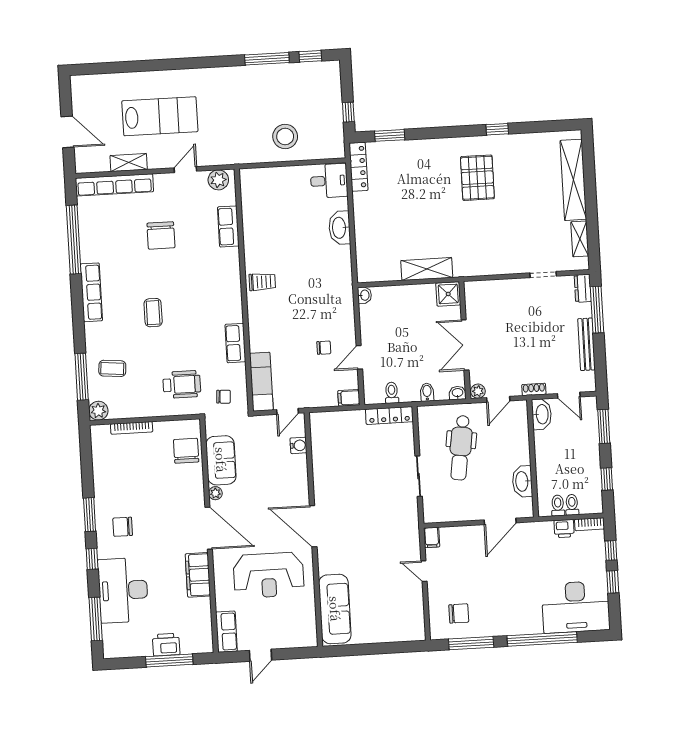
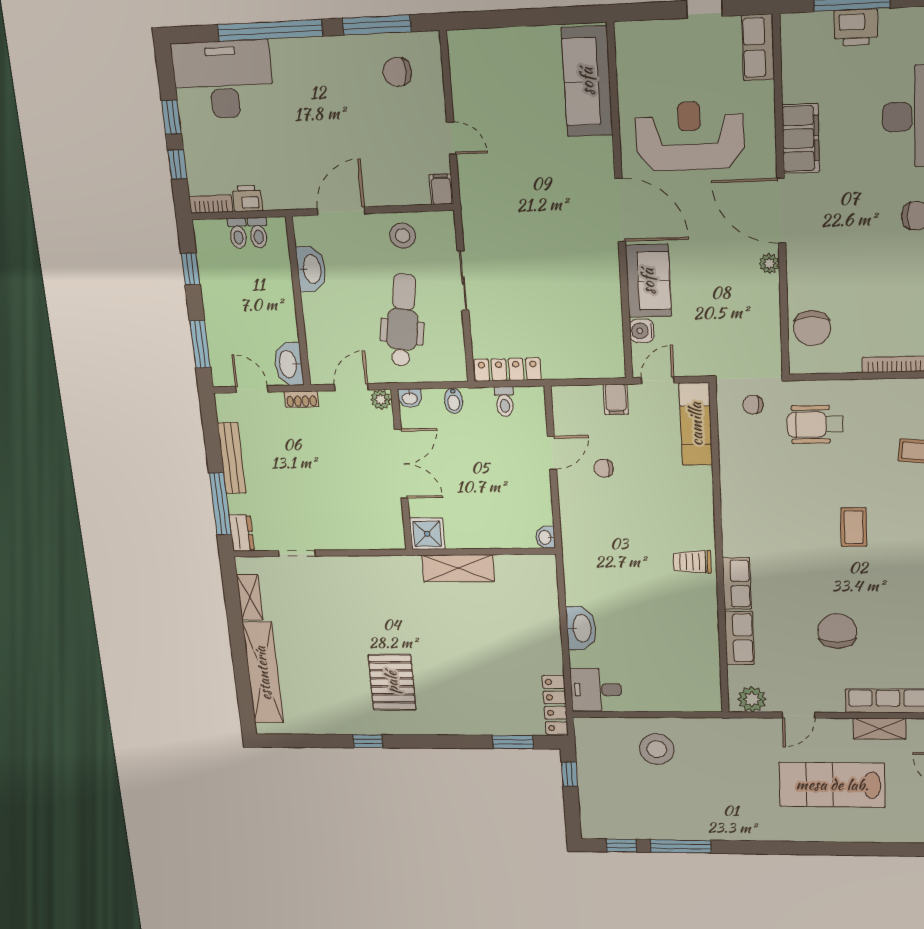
row of seats: (235, 343) -> (737, 583), moved
filing cabinet: (349, 398) -> (616, 399), moved, turned 90
sofa: (221, 460) -> (648, 281), moved, turned 180
stool: (459, 506) -> (403, 236), added

